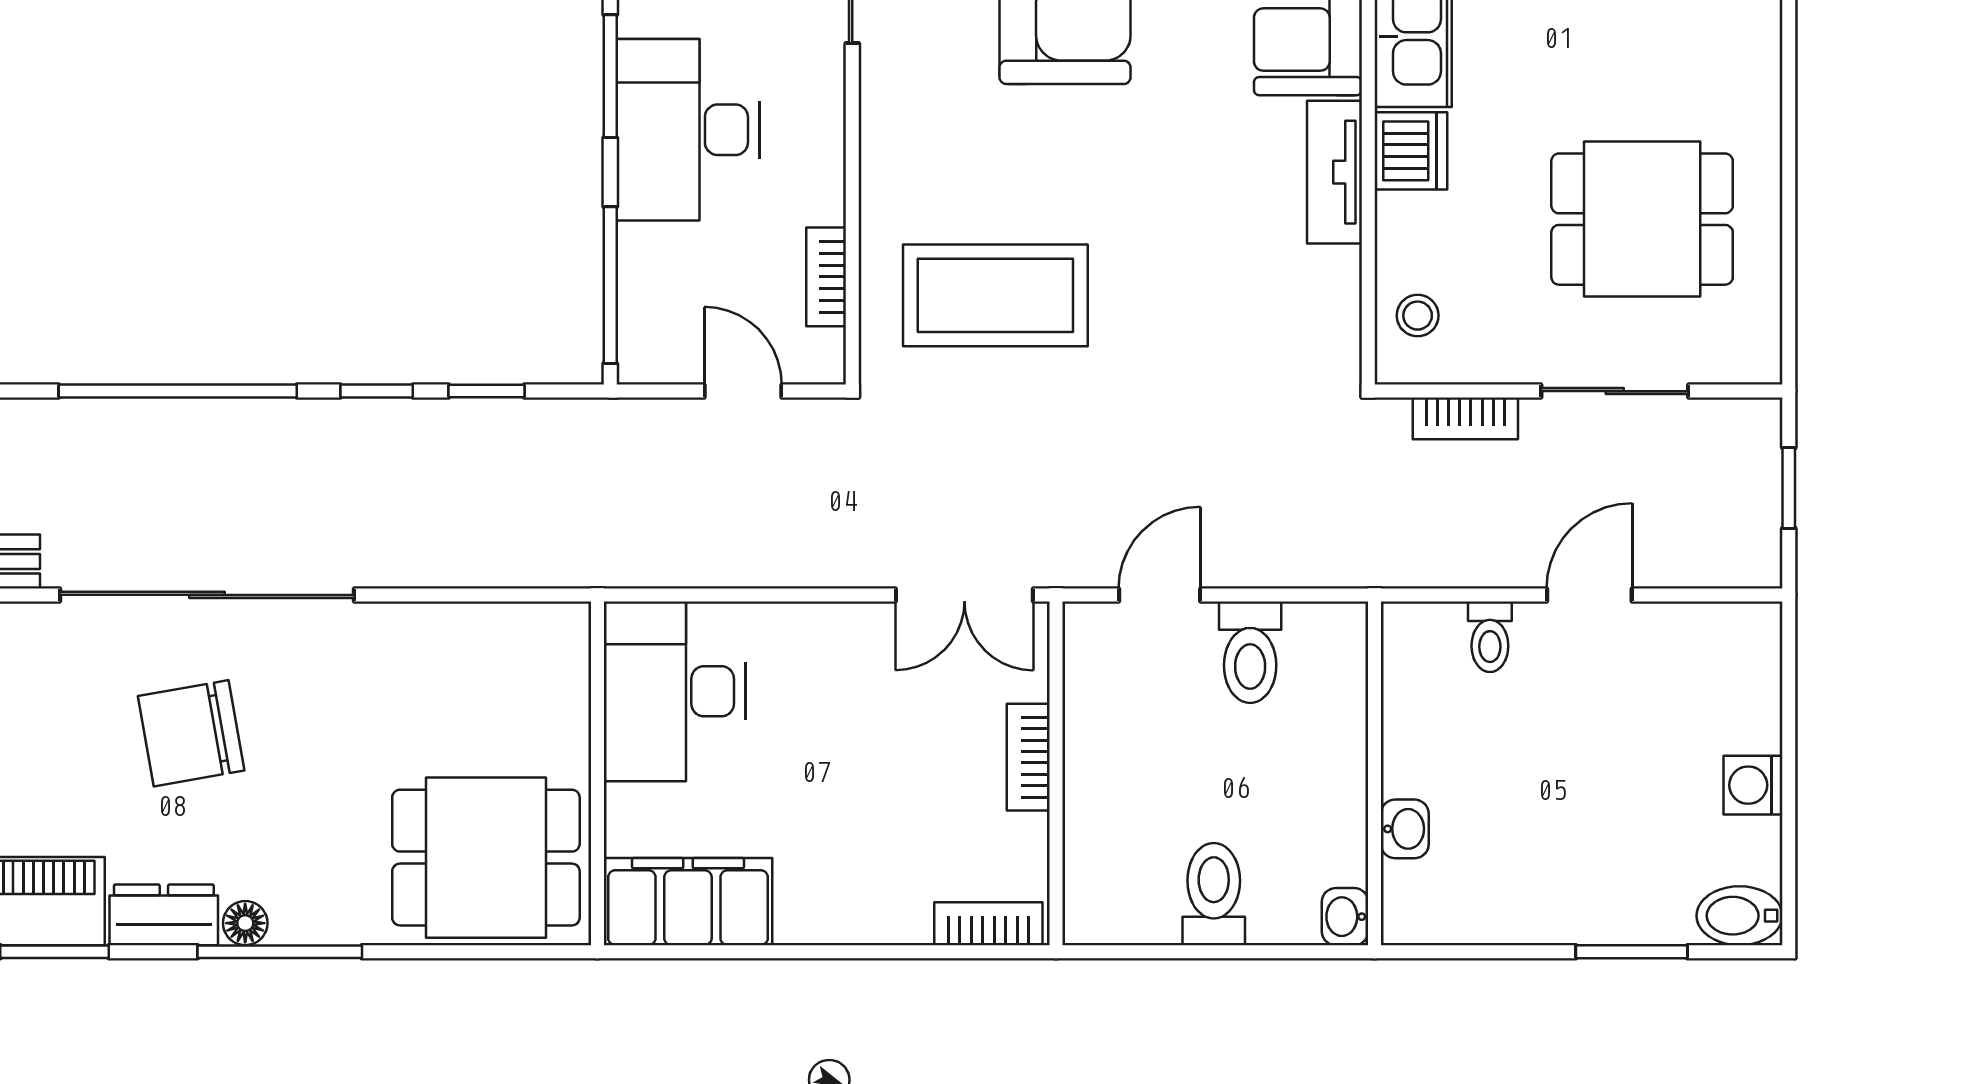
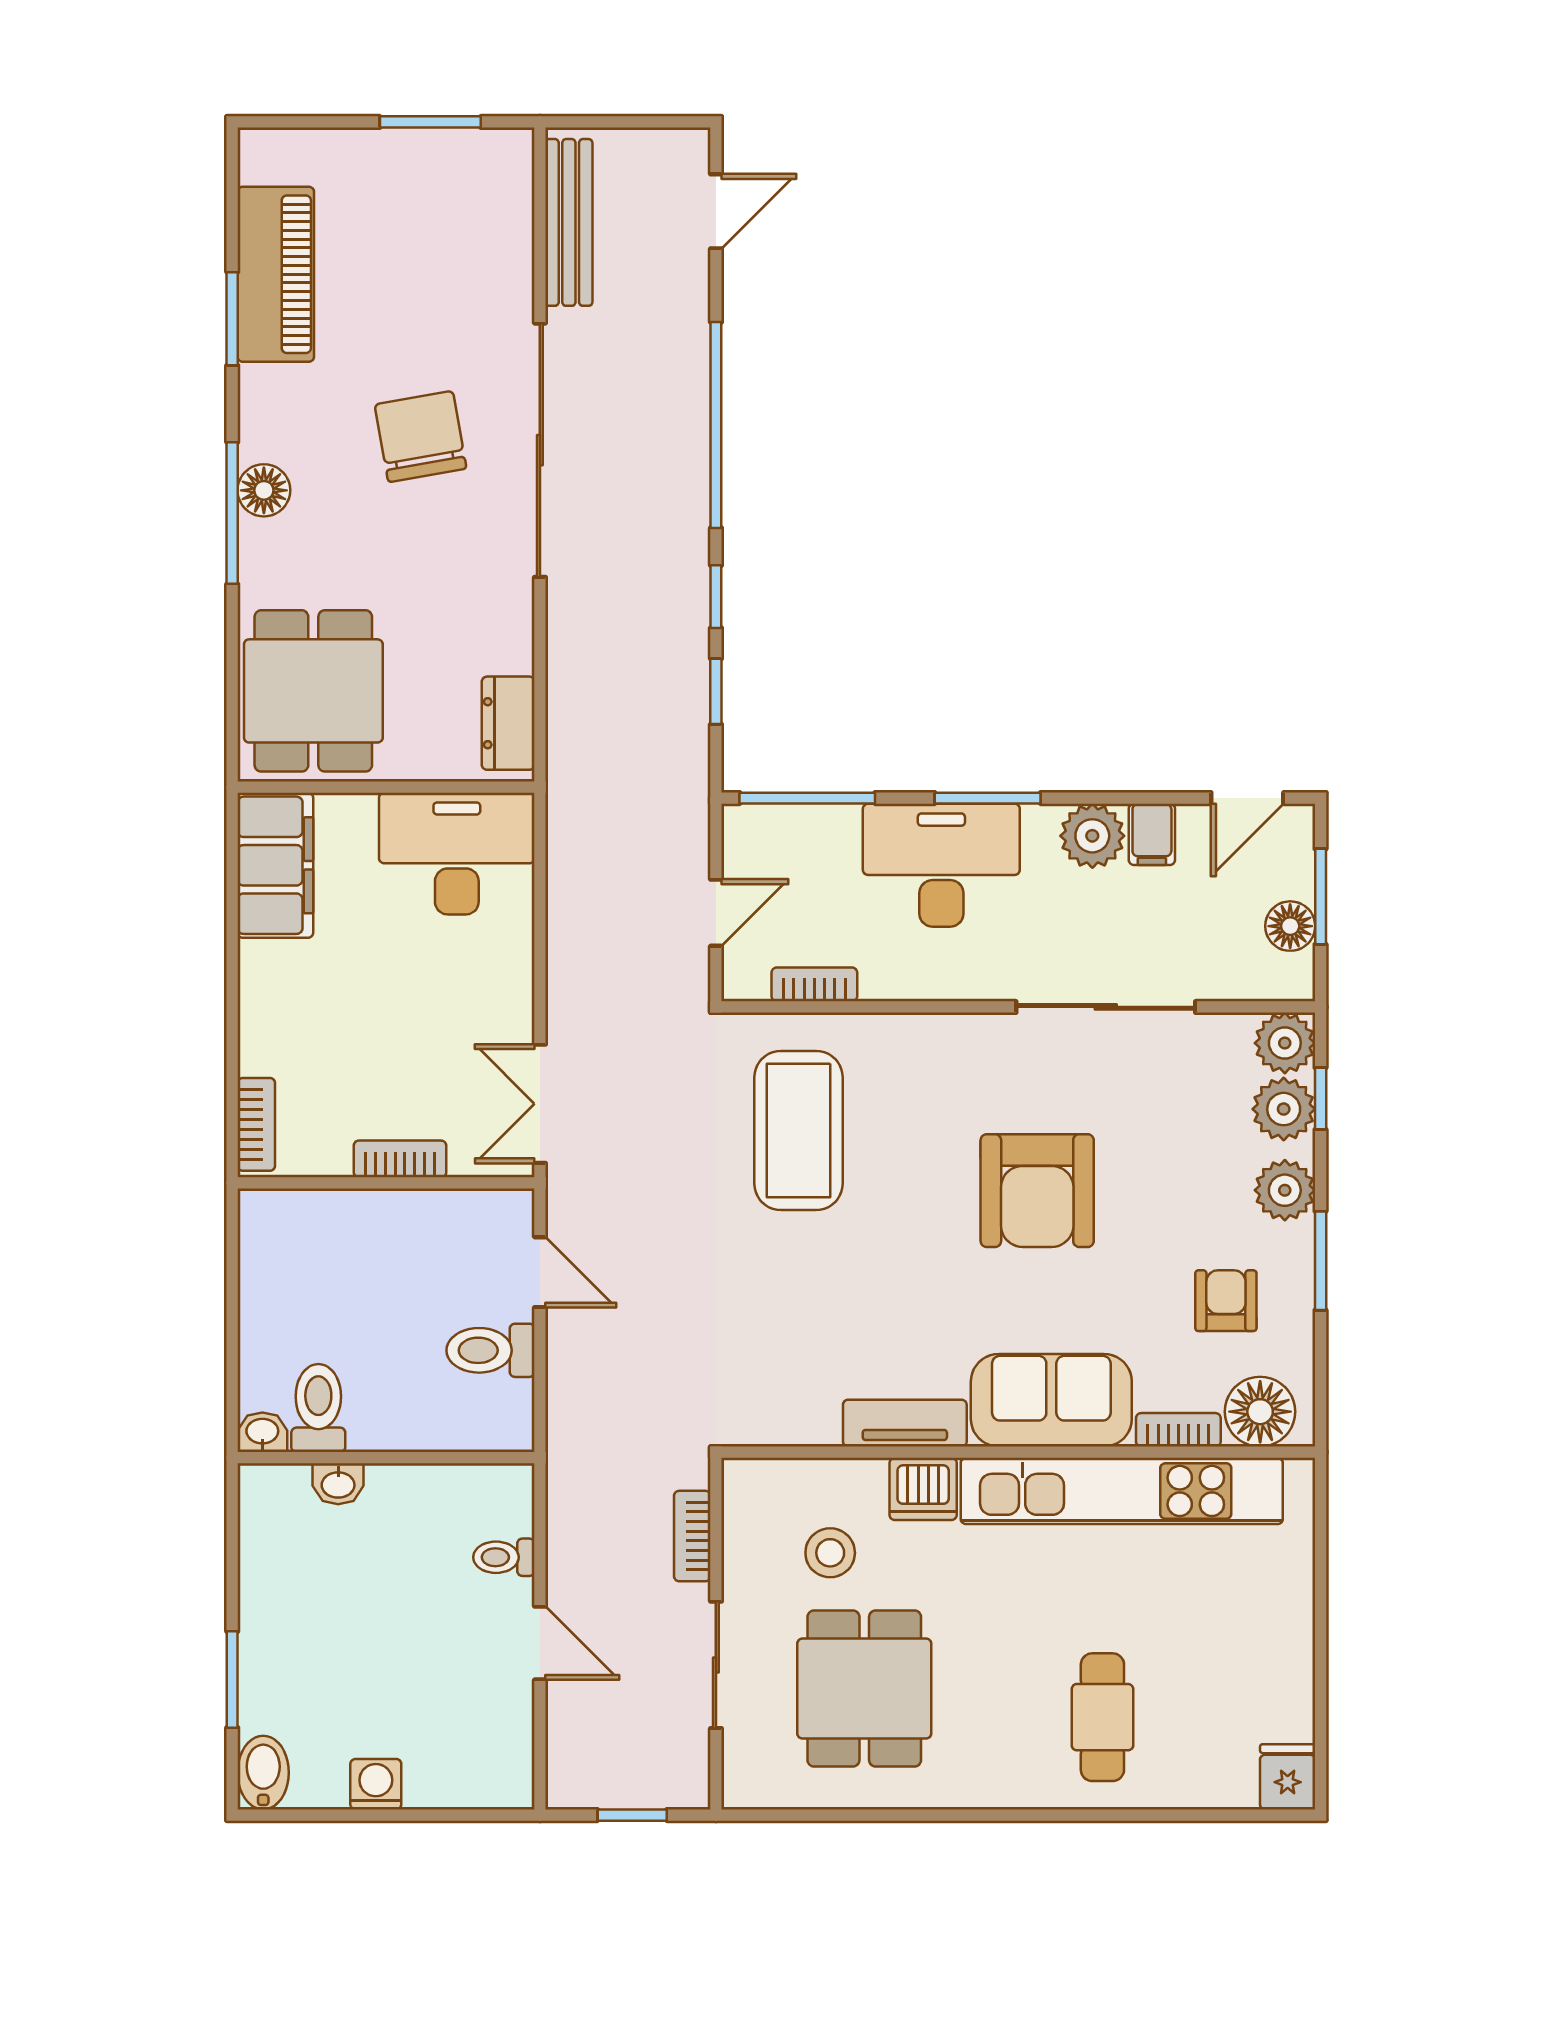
stool: (1418, 316) -> (830, 1553), moved, width x1.37, depth x1.37
toilet: (1214, 894) -> (318, 1408), moved, turned -90
dresser: (164, 915) -> (508, 723), moved, turned 180
floor lamp: (245, 923) -> (264, 490), width x1.37, depth x1.37

